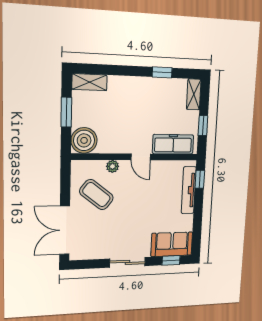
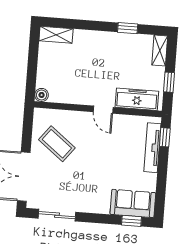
window: (66, 112) -> (33, 62), removed
boiler: (84, 140) -> (42, 95), width x0.54, depth x0.54
plant: (113, 166) -> (74, 117), removed
sliding door: (128, 262) -> (57, 215), moved

